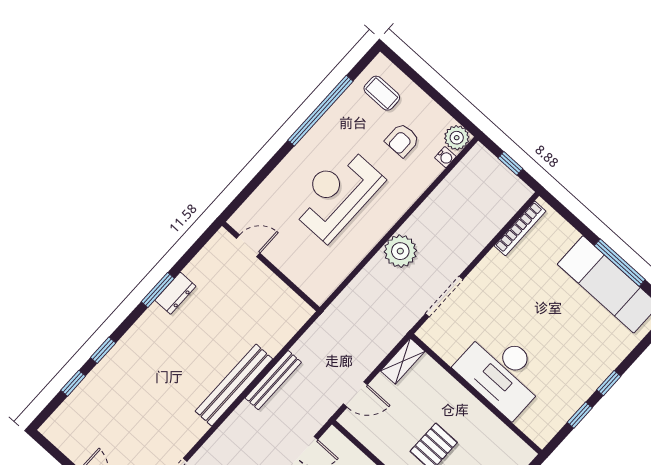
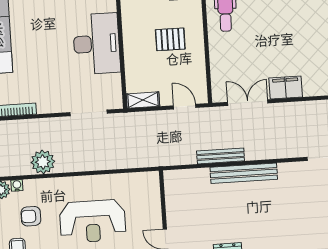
armchair: (402, 140) -> (31, 216), turned 180
plant: (400, 251) -> (43, 162), moved

